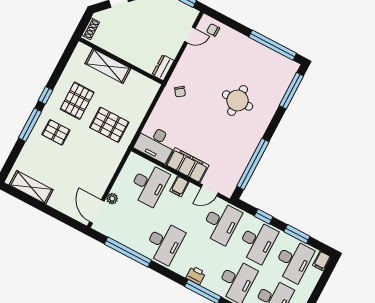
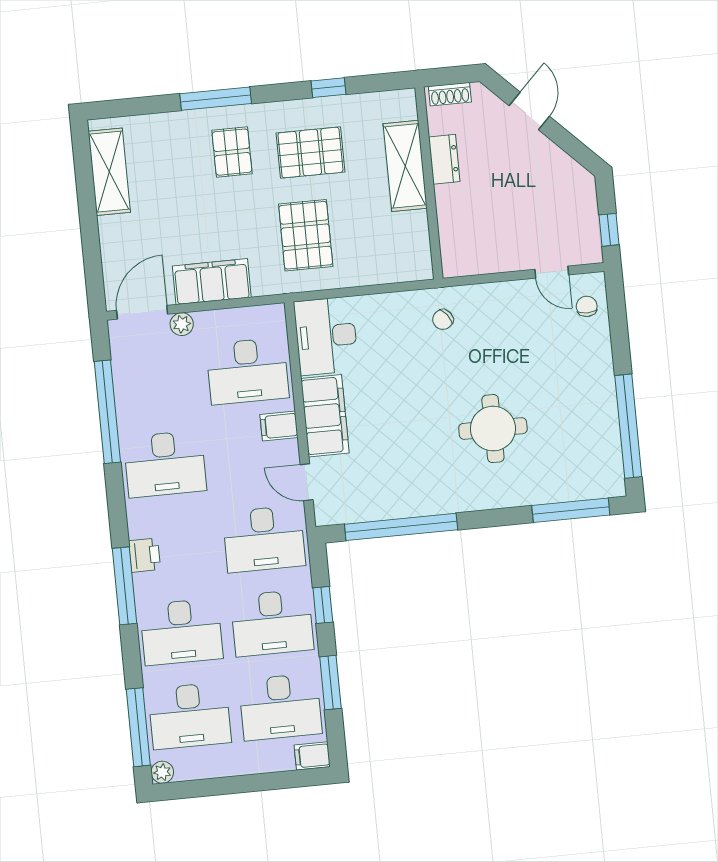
dresser: (163, 68) -> (444, 159), moved, turned 90
window: (45, 95) -> (329, 88), moved
filing cabinet: (103, 175) -> (212, 282), added

